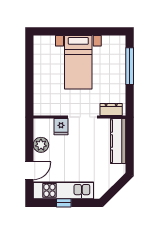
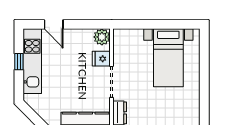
bed with nightstands: (78, 62) -> (168, 58), moved, turned -90
plant: (41, 145) -> (102, 37), moved

